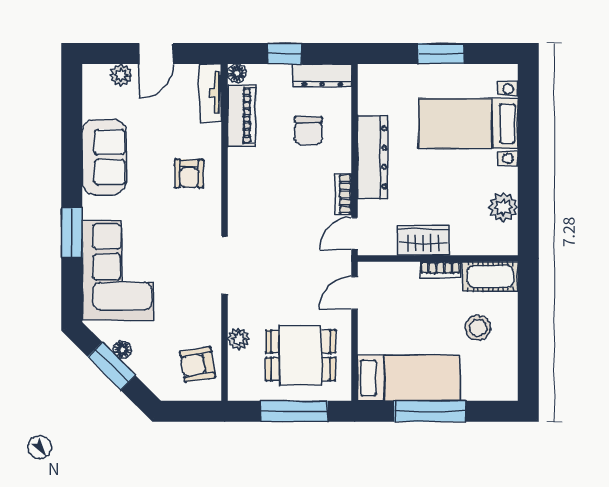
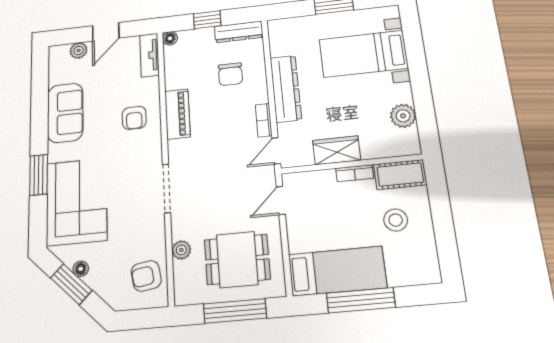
piano: (242, 116) -> (177, 114), moved

